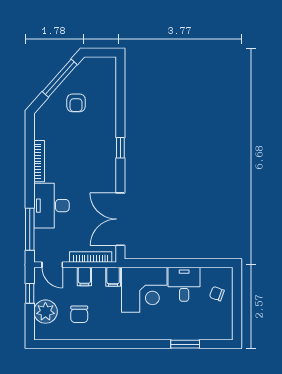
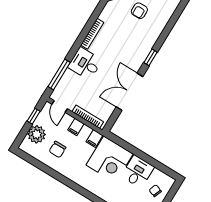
desk: (51, 206) -> (85, 64), width x0.73
double door: (120, 219) -> (129, 92), moved

